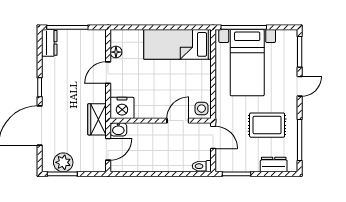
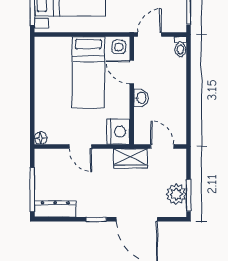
dresser: (49, 43) -> (55, 209), width x1.44
bed: (177, 44) -> (88, 72), moved
floor lamp: (116, 52) -> (41, 138), moved
washbasin: (118, 129) -> (141, 98), moved

